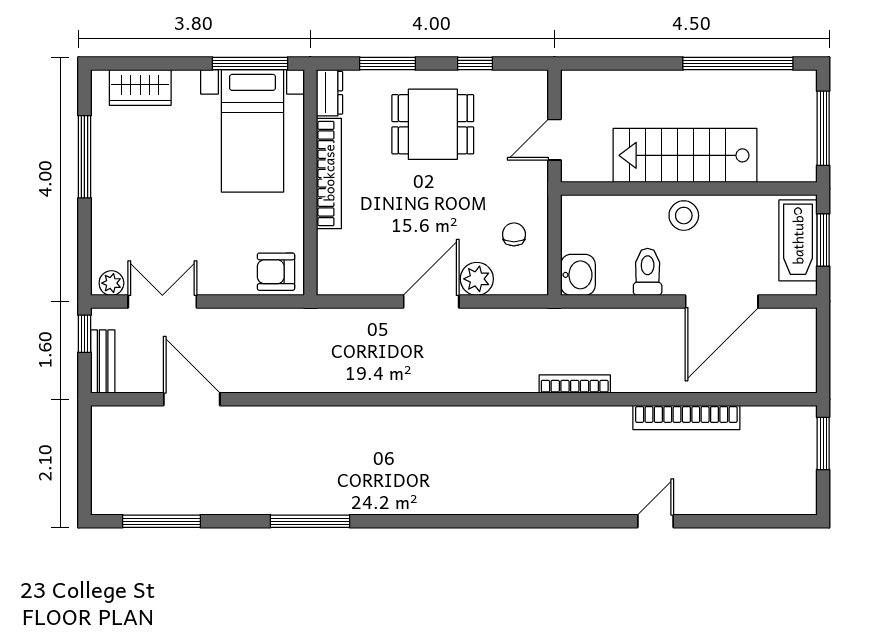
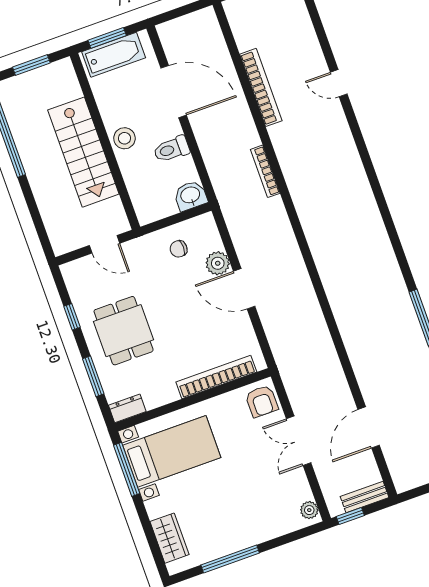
window: (823, 128) -> (31, 65), width x0.69
bookcase: (329, 173) -> (216, 377), moved
double door: (162, 301) -> (299, 441), moved

